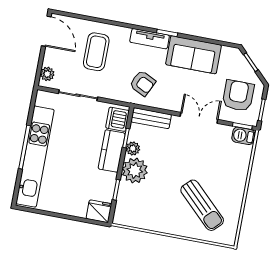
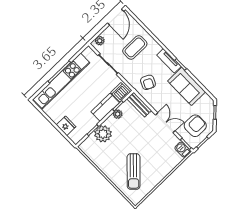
plant: (135, 171) -> (103, 134), moved
fridge: (99, 211) -> (66, 126), moved

